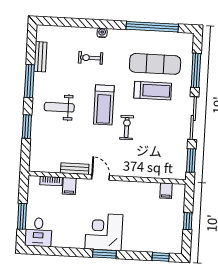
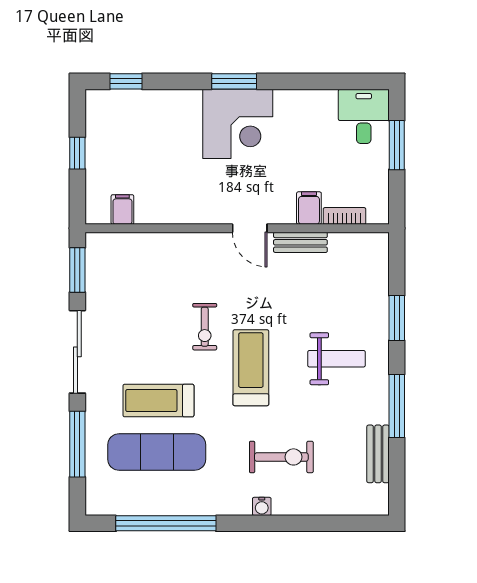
exercise bike: (91, 58) -> (281, 457), width x1.38, depth x1.39

